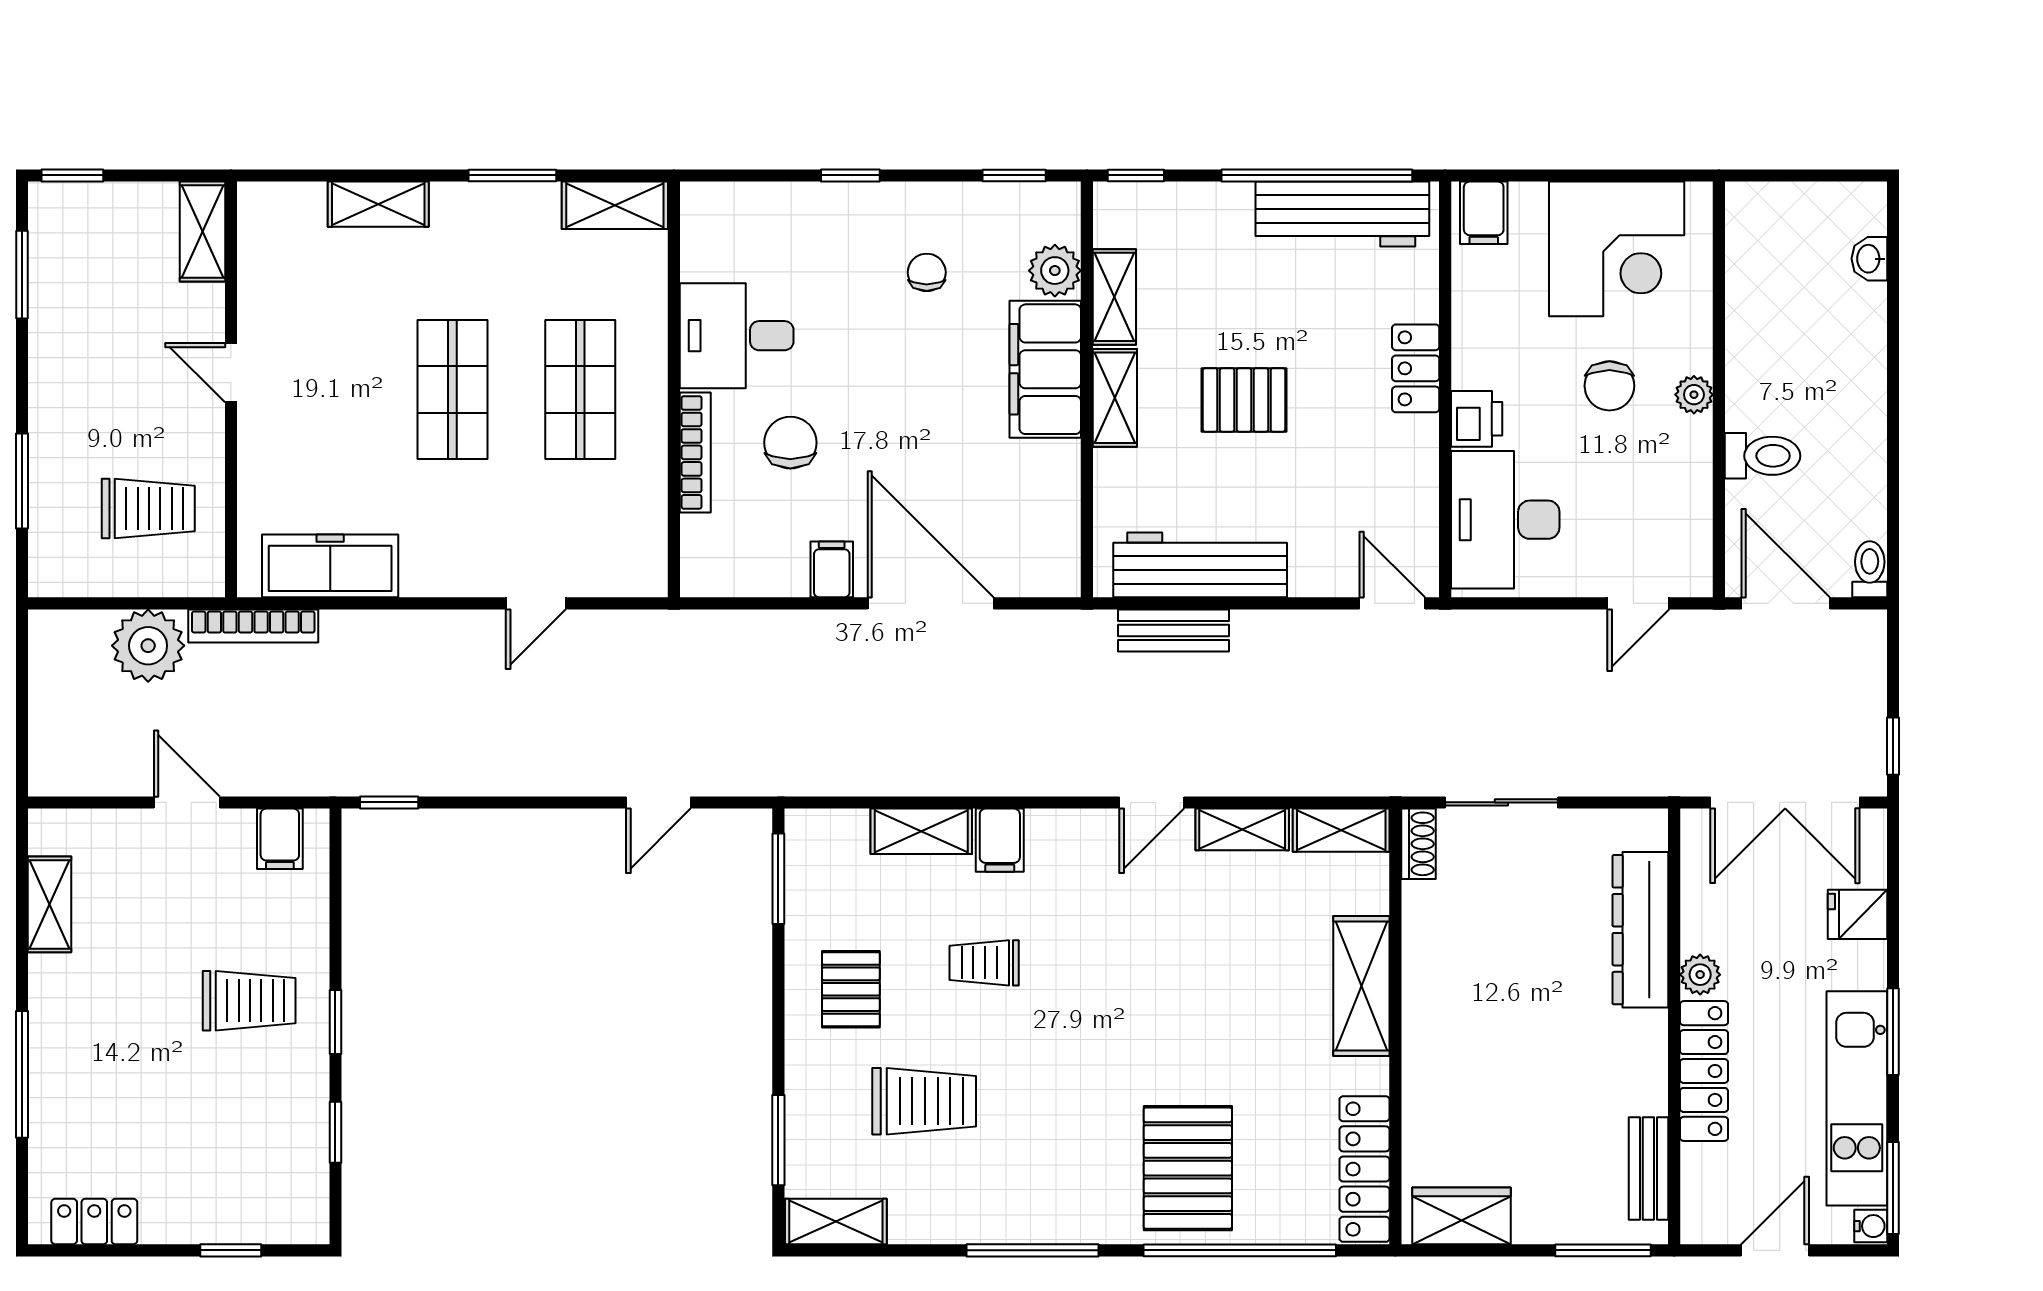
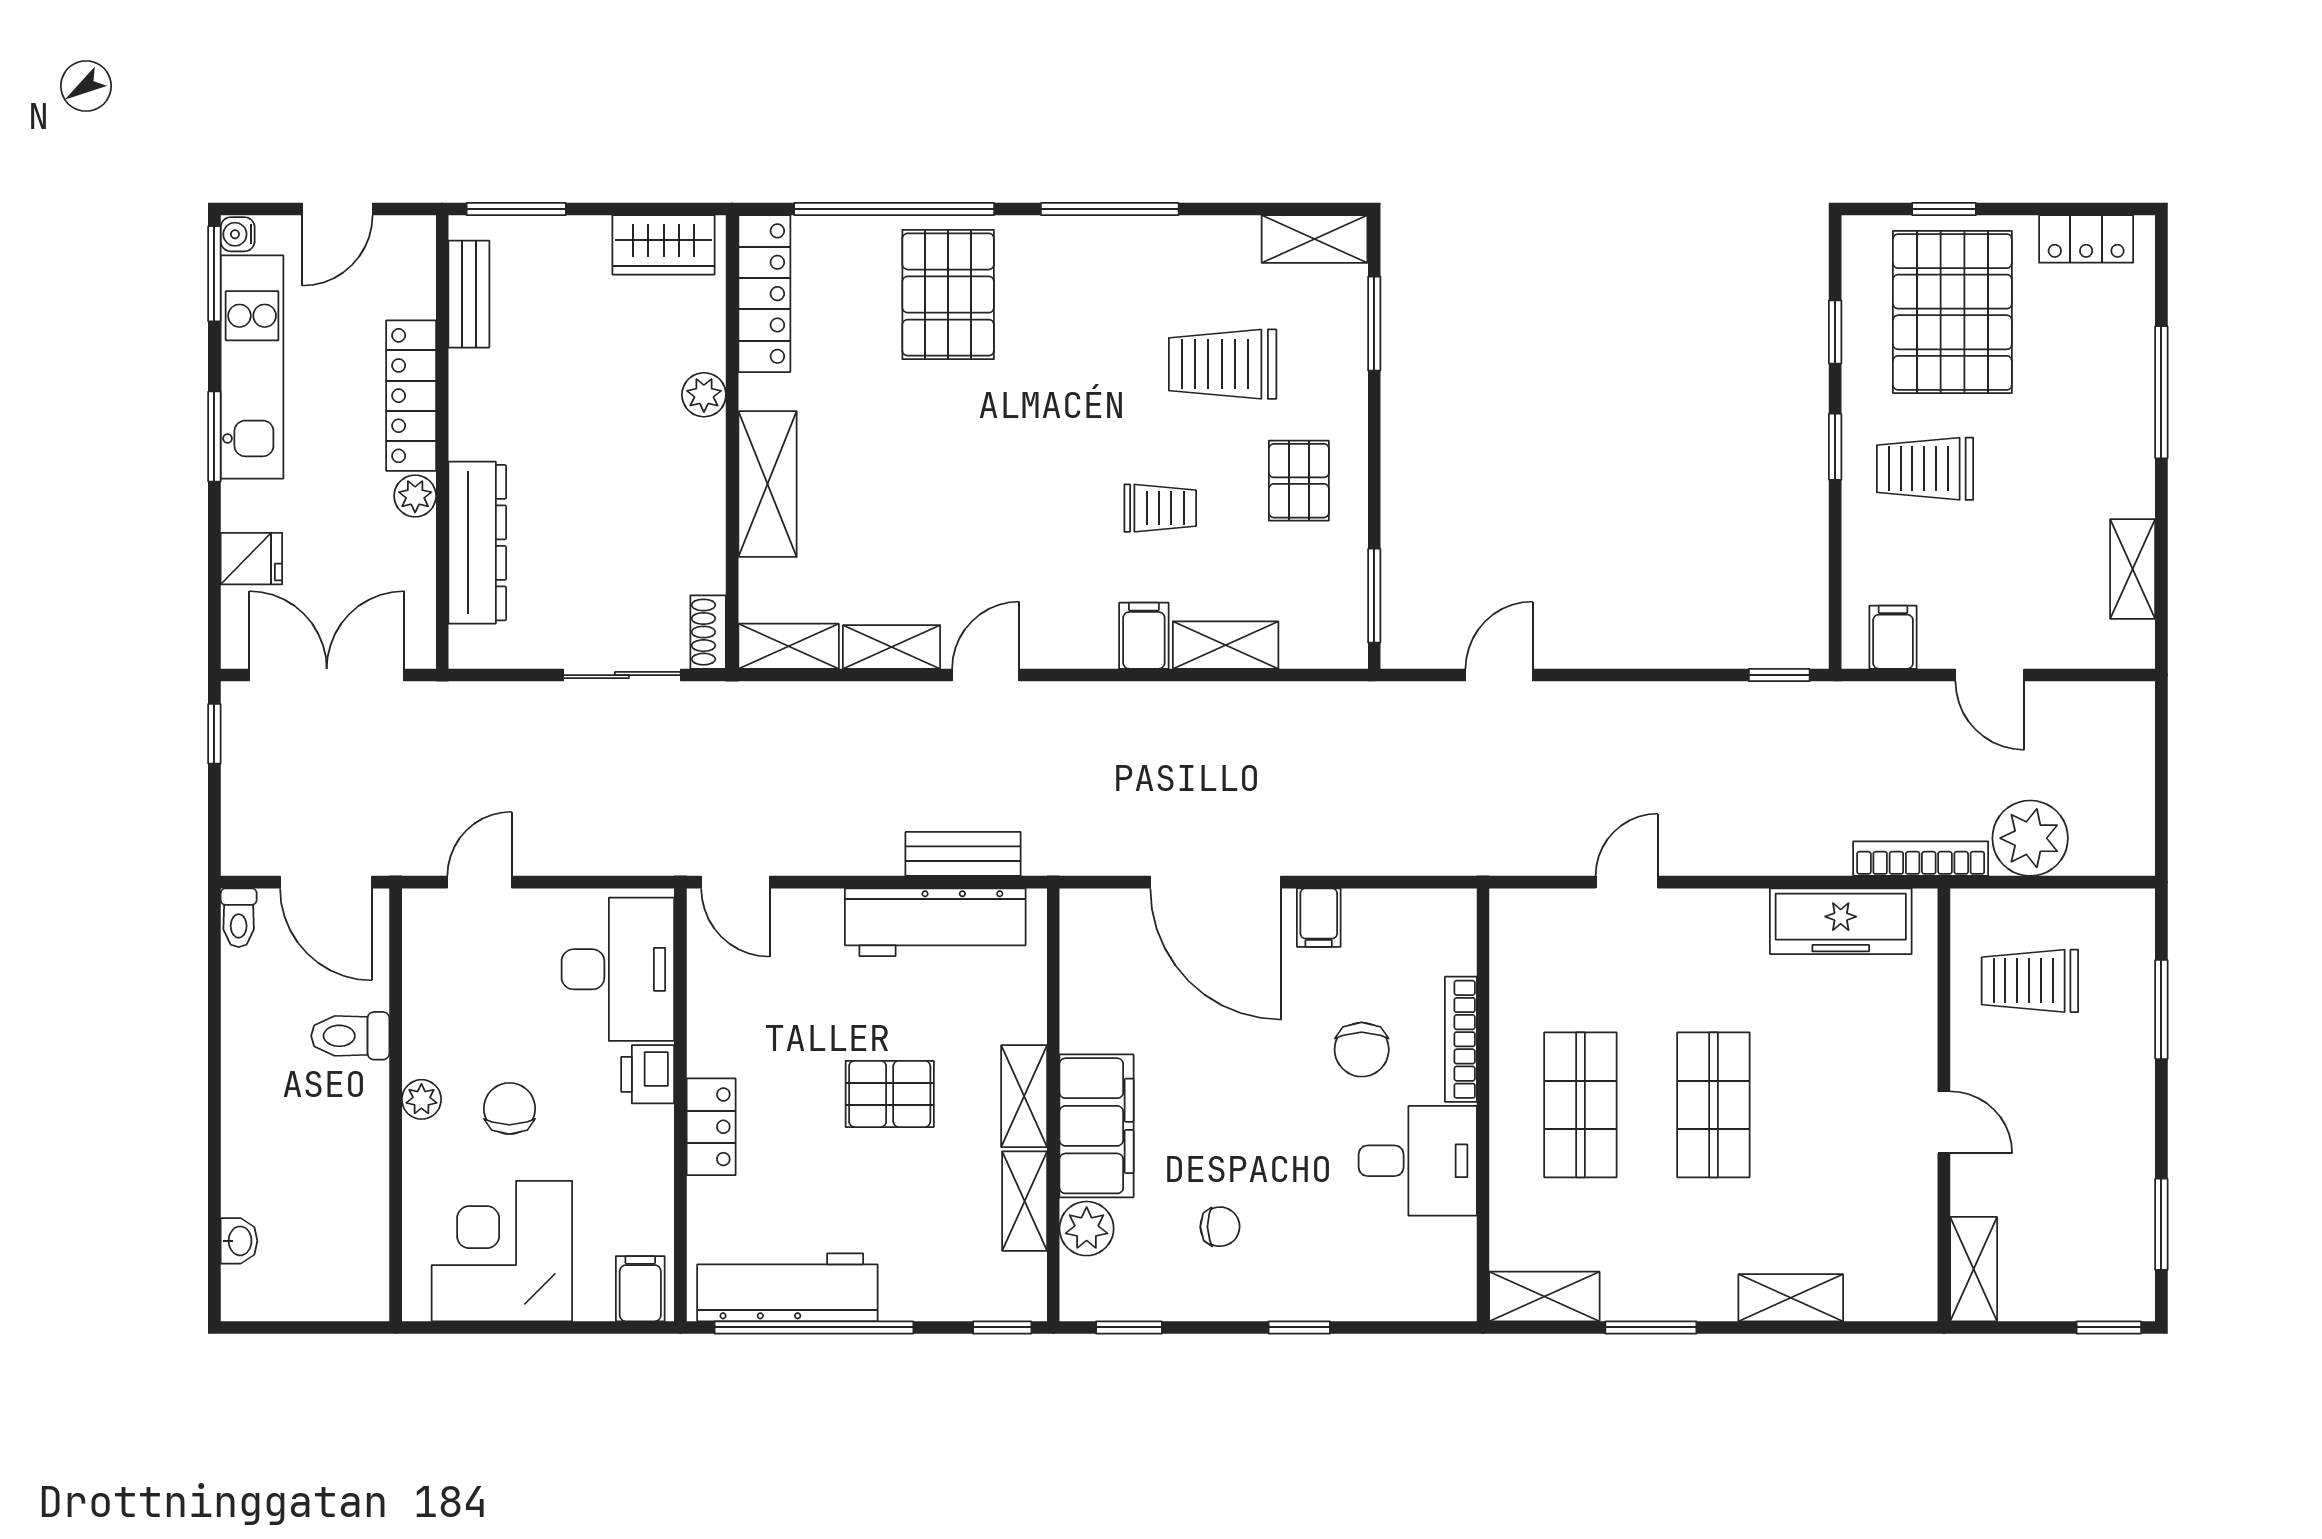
chair: (927, 272) -> (1220, 1227), turned -91
plant: (1423, 1072) -> (704, 395), added
pallet: (223, 1151) -> (1952, 312), added

